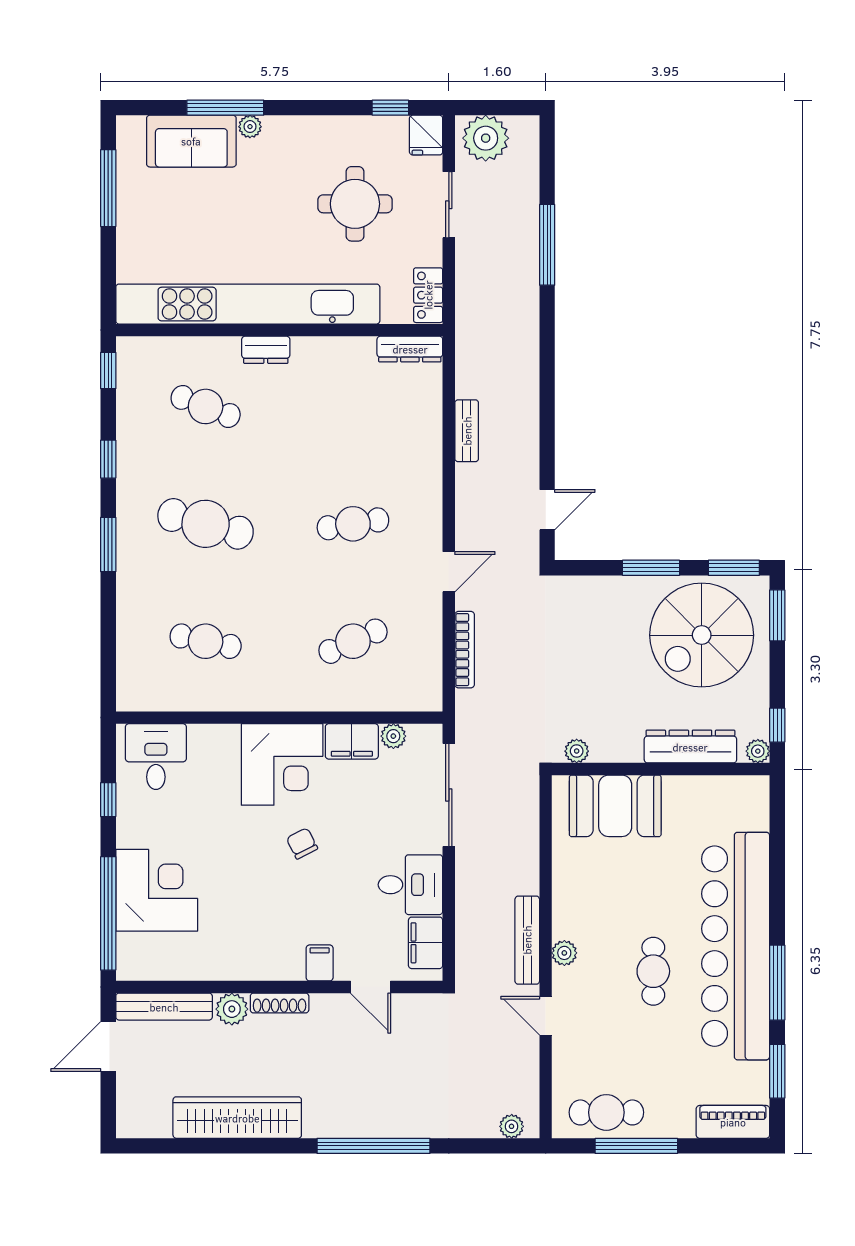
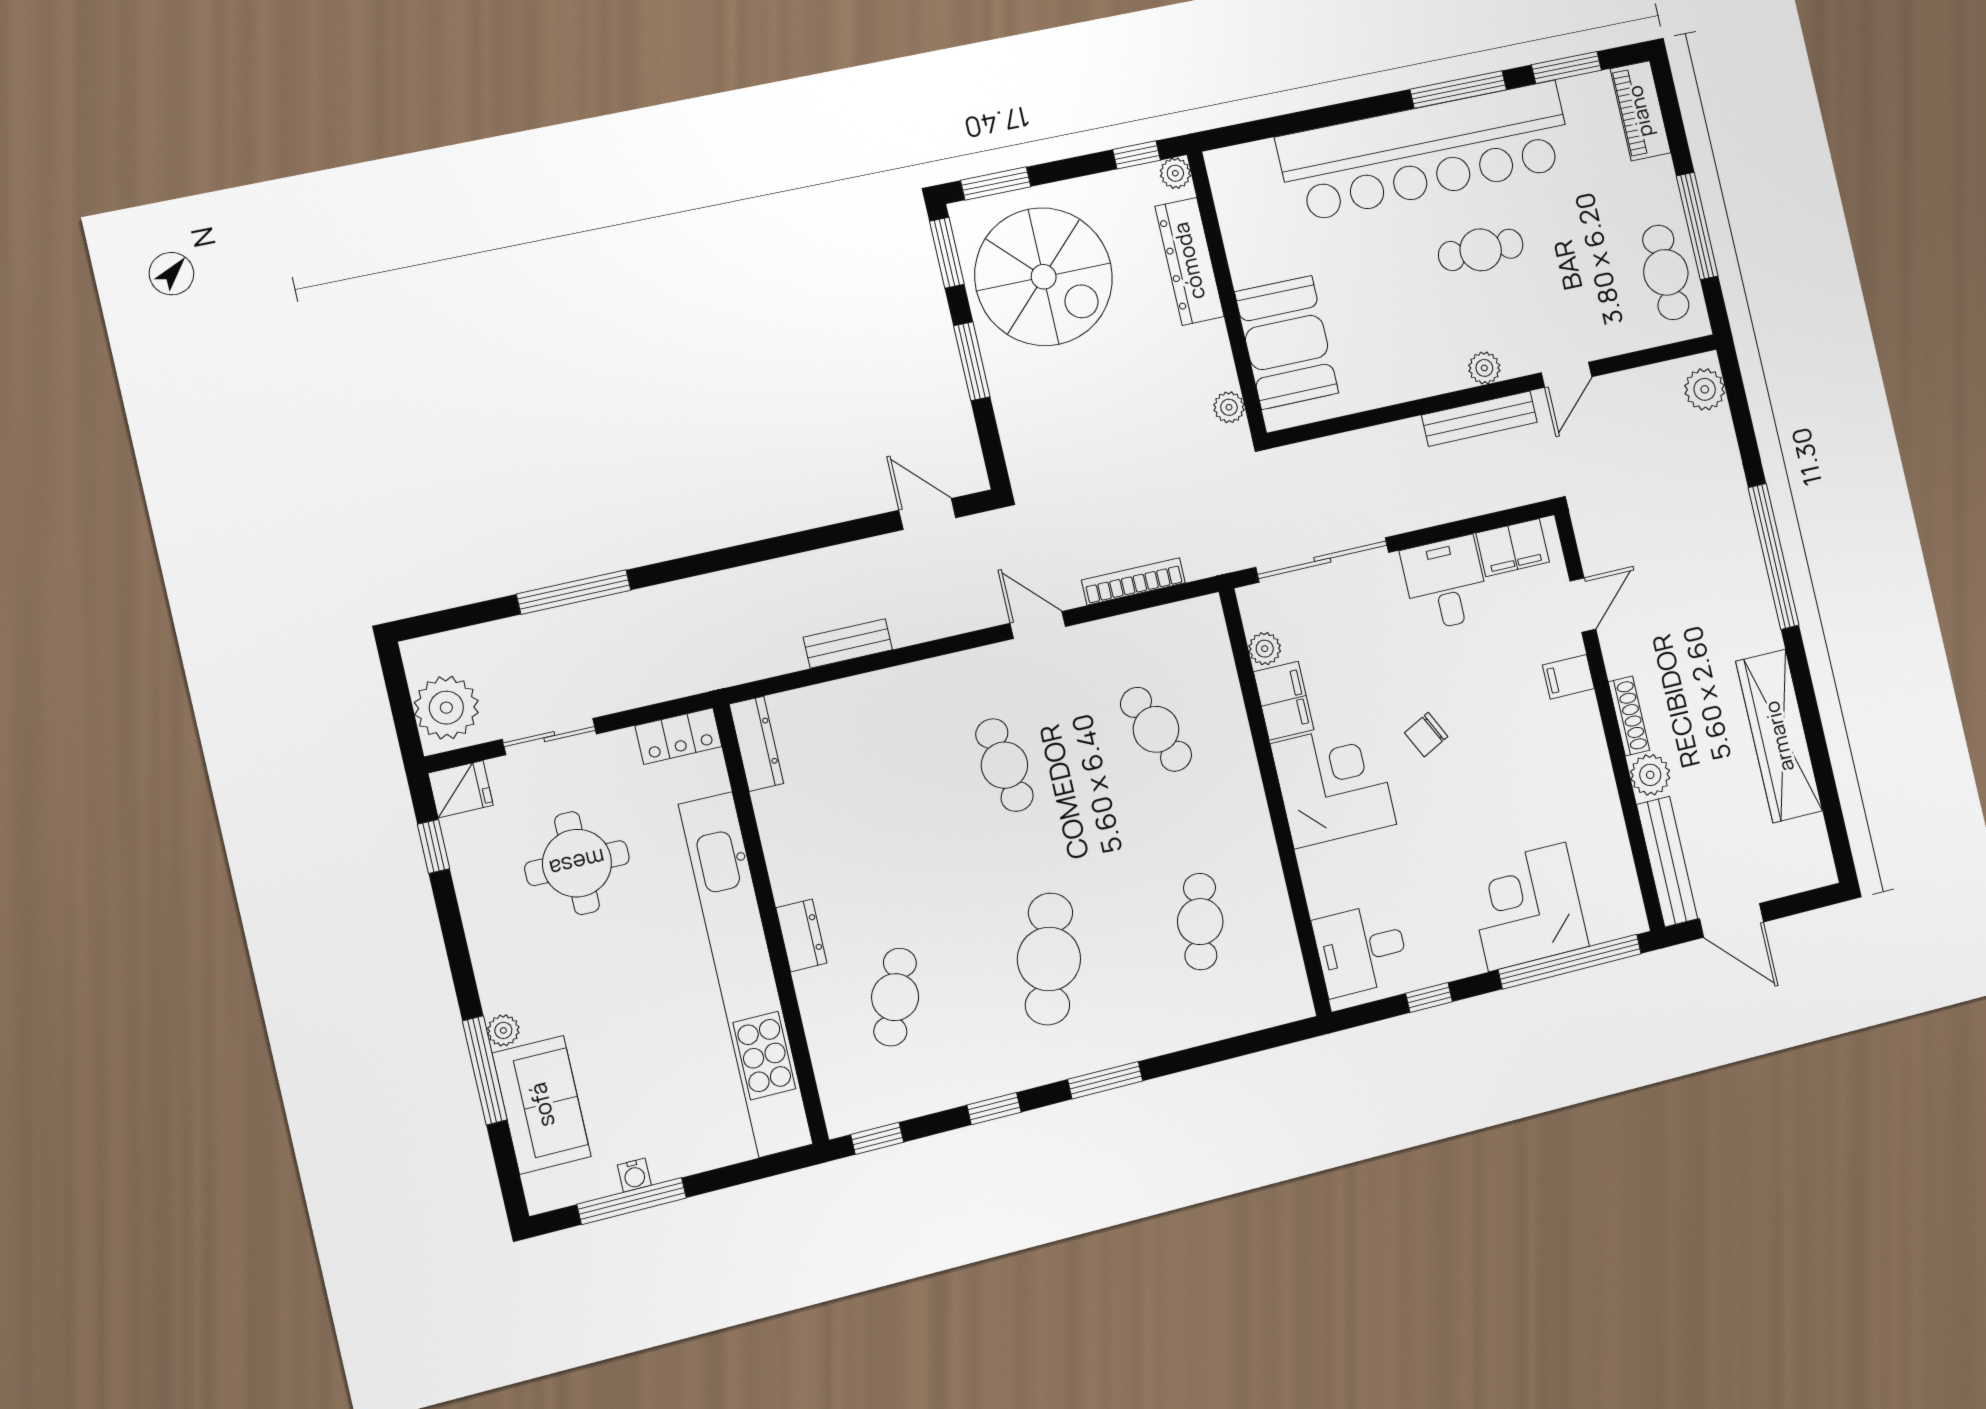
water cooler: (126, 194) -> (634, 1175), added
plant: (512, 1126) -> (1705, 389), width x1.38, depth x1.38

